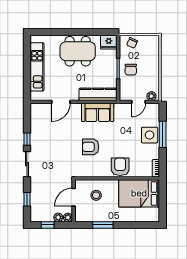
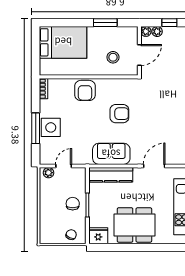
bed: (139, 193) -> (63, 42), moved

